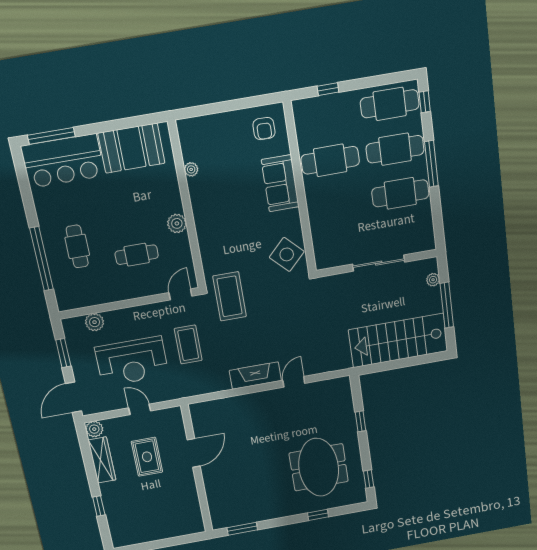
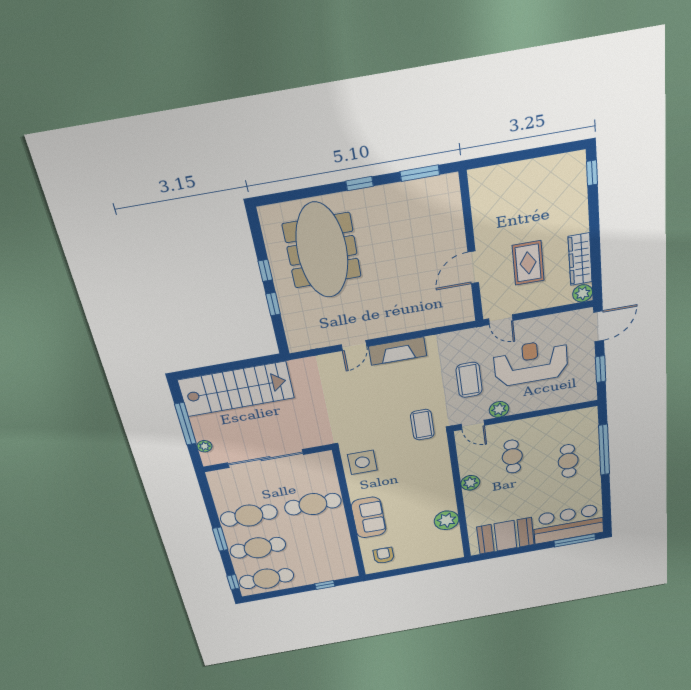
cafe table: (330, 160) -> (313, 504), moved
window: (431, 164) -> (220, 539), width x0.69
plant: (191, 169) -> (447, 520), width x1.87, depth x1.87
side table: (287, 254) -> (362, 462), turned 45
cafe table: (137, 255) -> (512, 457), turned 90
sliding door: (379, 263) -> (266, 459), width x1.36
door: (180, 294) -> (473, 425), hinge flipped
coffee table: (230, 296) -> (422, 425), width x0.73, depth x0.76
plant: (95, 322) -> (499, 409), moved
door: (140, 409) -> (501, 320), moved
meeting table: (319, 467) -> (322, 250), width x1.36
window: (369, 479) -> (265, 270), moved
window: (99, 506) -> (592, 173), moved
window: (318, 515) -> (360, 184), moved

